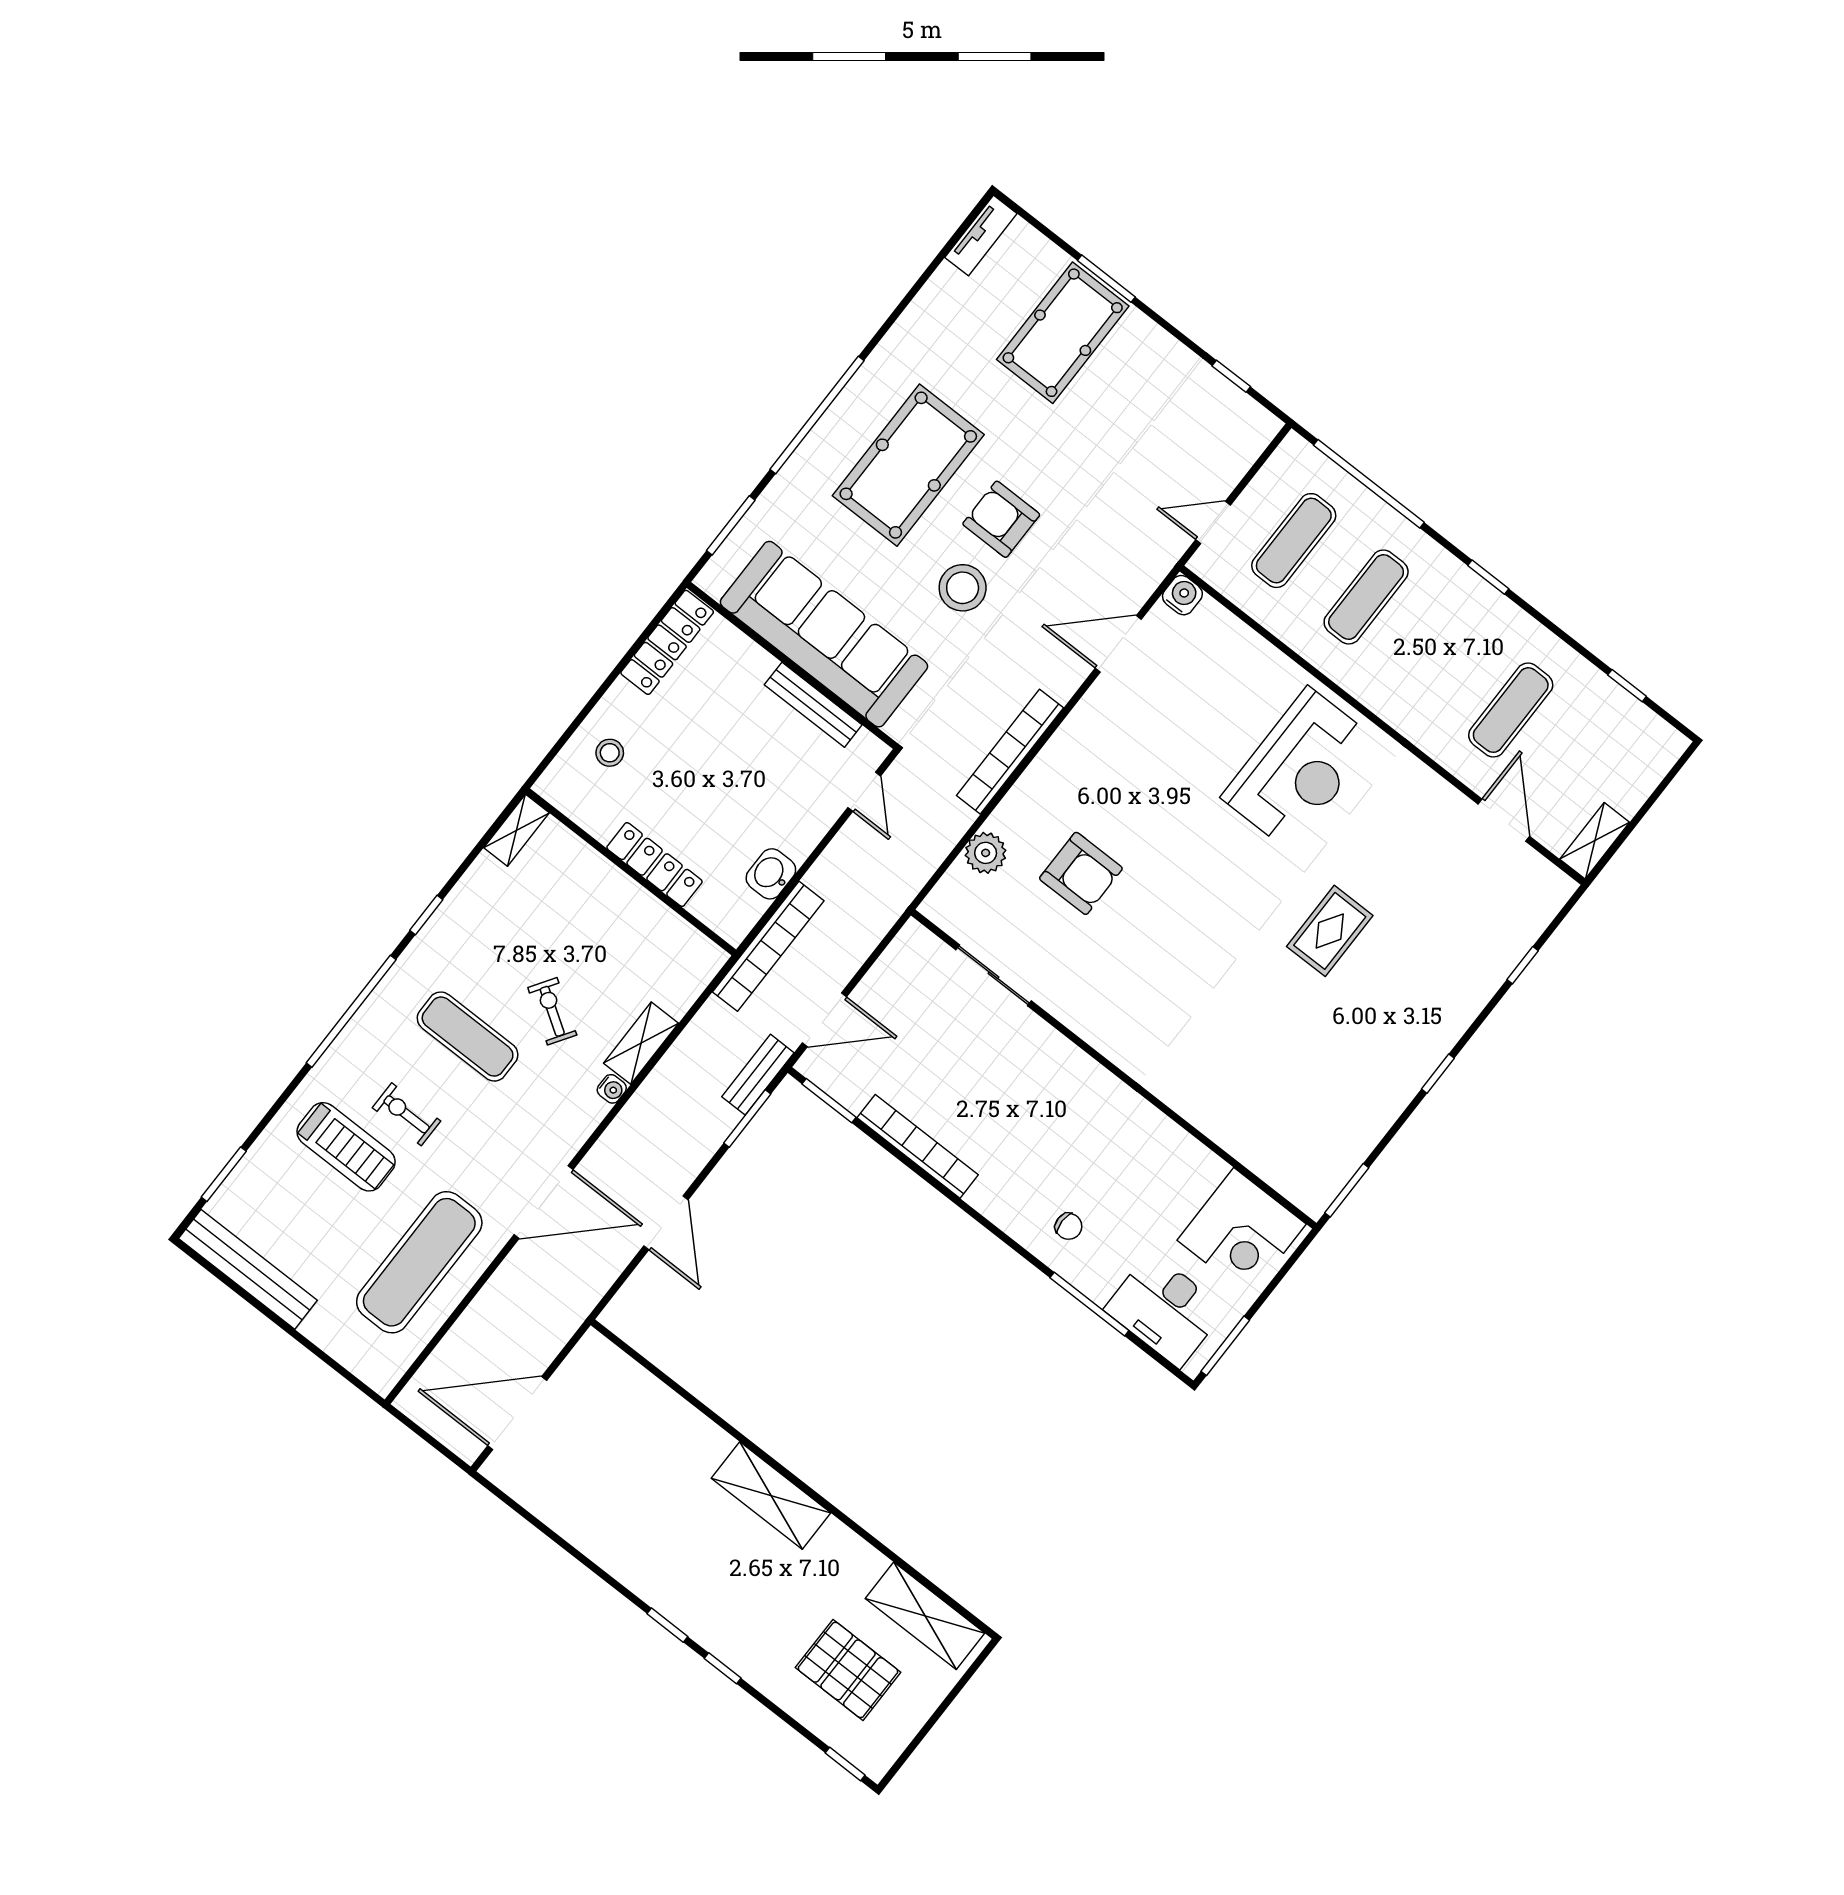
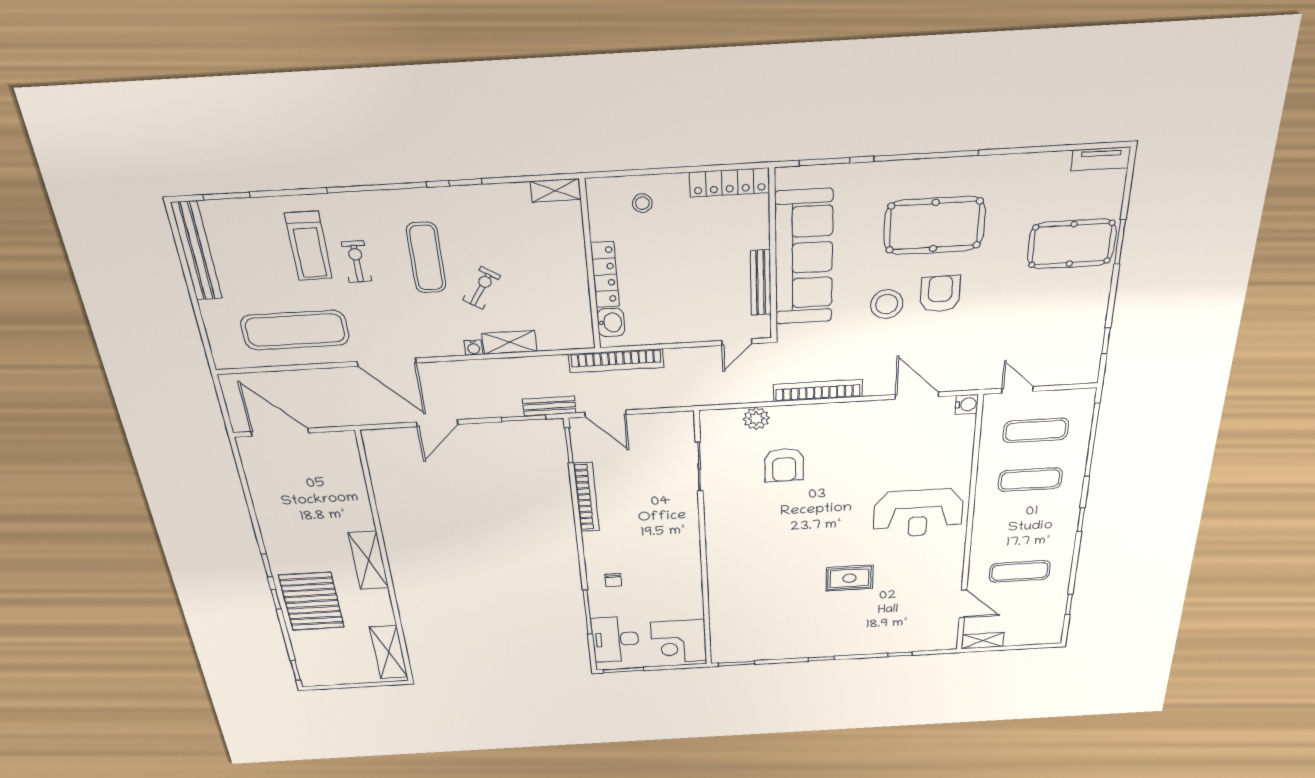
door: (1504, 820) -> (963, 604), hinge flipped
washbasin: (771, 874) -> (611, 322), moved, turned 90
pallet: (848, 1670) -> (312, 601), moved, width x1.37, depth x1.41

